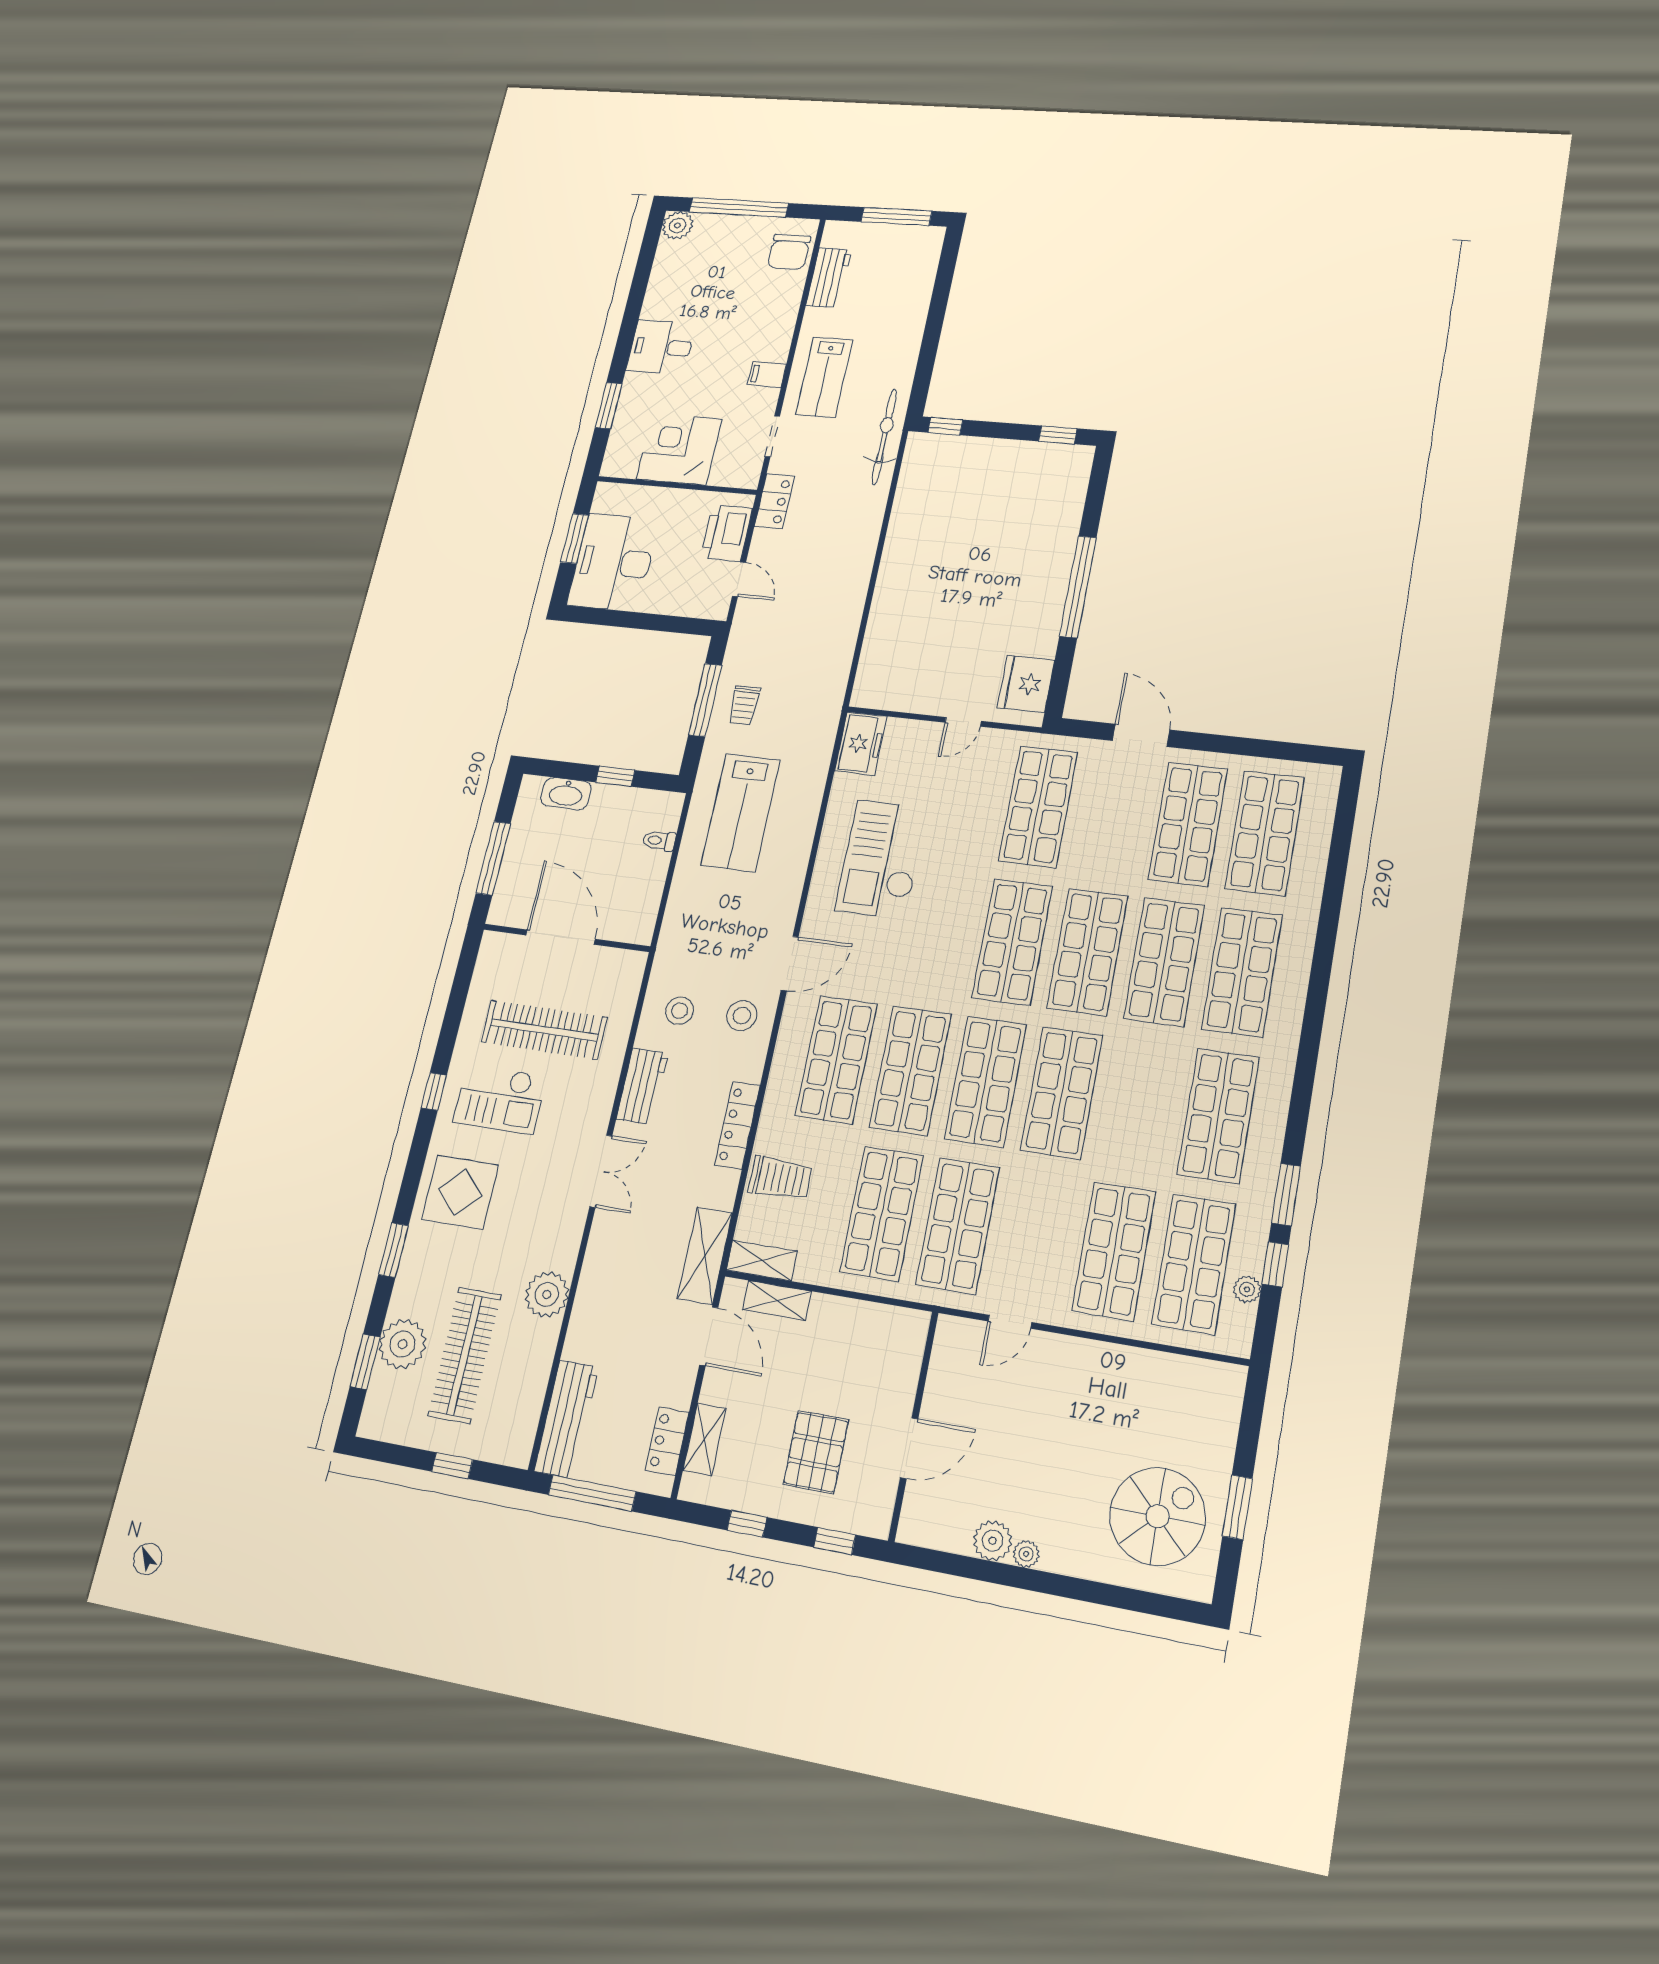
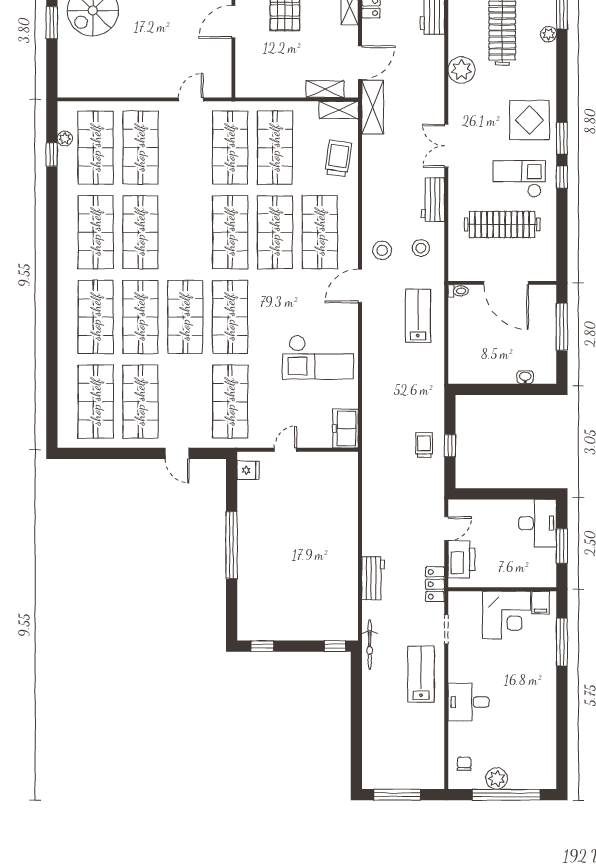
plant: (677, 225) -> (497, 779), moved
chair: (789, 252) -> (464, 764), width x0.54, depth x0.54
workbench: (829, 278) -> (373, 578), moved, turned 180
desk: (661, 347) -> (469, 702), moved, turned 180
filing cabinet: (767, 375) -> (540, 603), moved, turned 90
window: (608, 406) -> (562, 642), width x1.44
bicycle: (884, 437) -> (370, 645), width x0.73, depth x0.71
desk: (613, 562) -> (538, 523), width x0.73, depth x0.77
door: (739, 579) -> (446, 529), swing flipped
fridge: (1026, 684) -> (248, 470), width x0.53, depth x0.75
window: (705, 700) -> (450, 446), width x0.46
door: (1141, 735) -> (177, 453), width x0.73
window: (615, 776) -> (496, 389), removed
washbasin: (566, 794) -> (525, 377), width x0.52, depth x0.69
lab bench: (741, 812) -> (418, 316), moved, width x0.73, depth x0.72
toilet: (659, 841) -> (458, 291), moved
checkout: (881, 859) -> (318, 357), turned 90
shop shelf: (1062, 1093) -> (140, 232), moved
locker: (737, 1125) -> (370, 185), removed
trolley: (780, 1178) -> (338, 158), turned 98
window: (1286, 1195) -> (52, 194), removed
window: (393, 1250) -> (562, 138), moved
door: (709, 1336) -> (360, 63), swing flipped
plant: (402, 1344) -> (548, 34), width x0.53, depth x0.53

